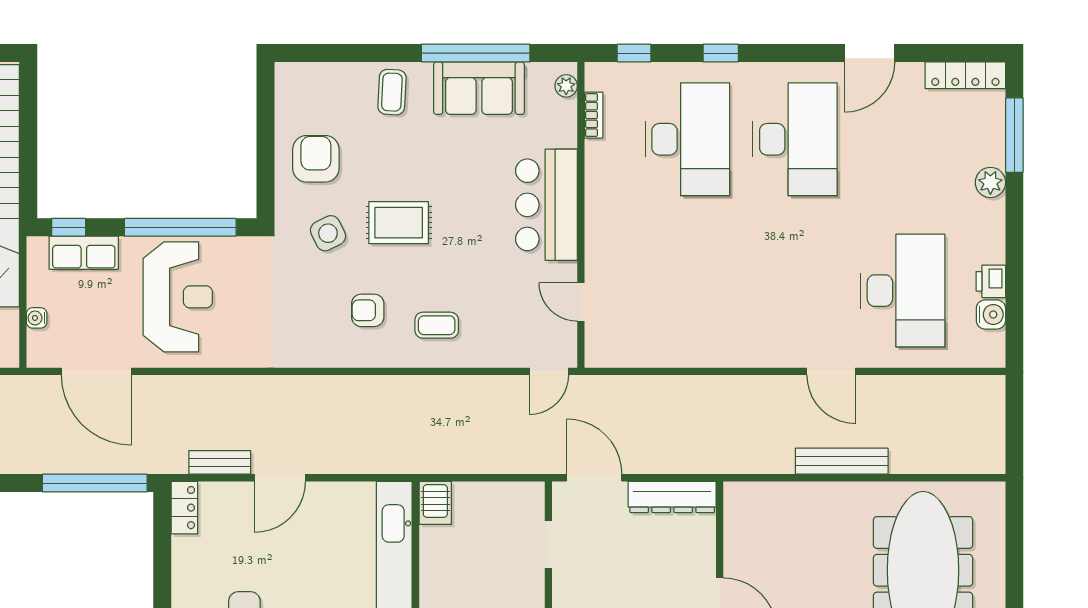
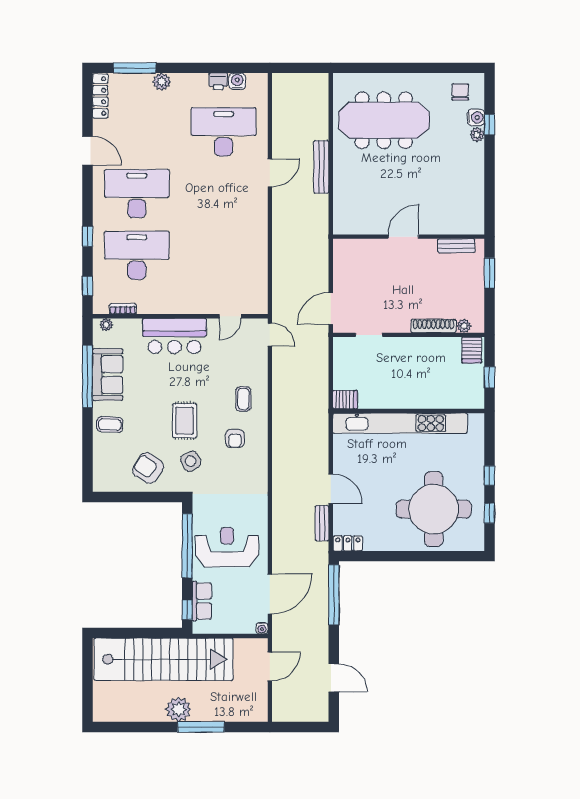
armchair: (316, 159) -> (148, 468), turned 34
water cooler: (37, 318) -> (262, 628), moved
dresser: (672, 497) -> (342, 264), removed

